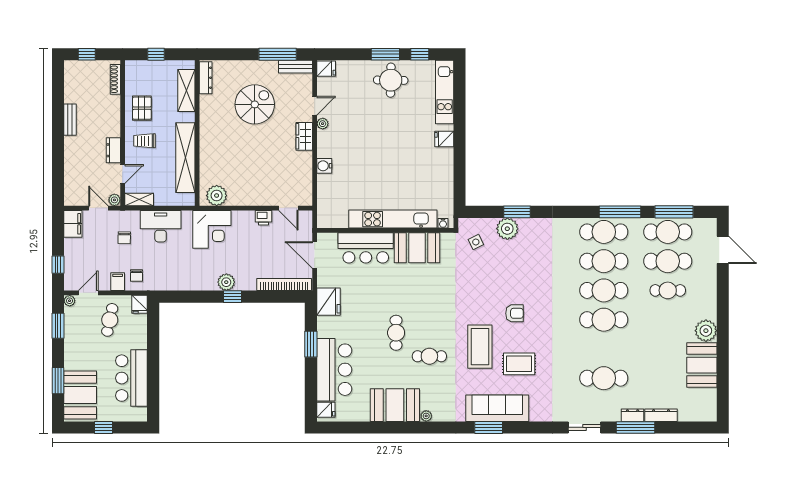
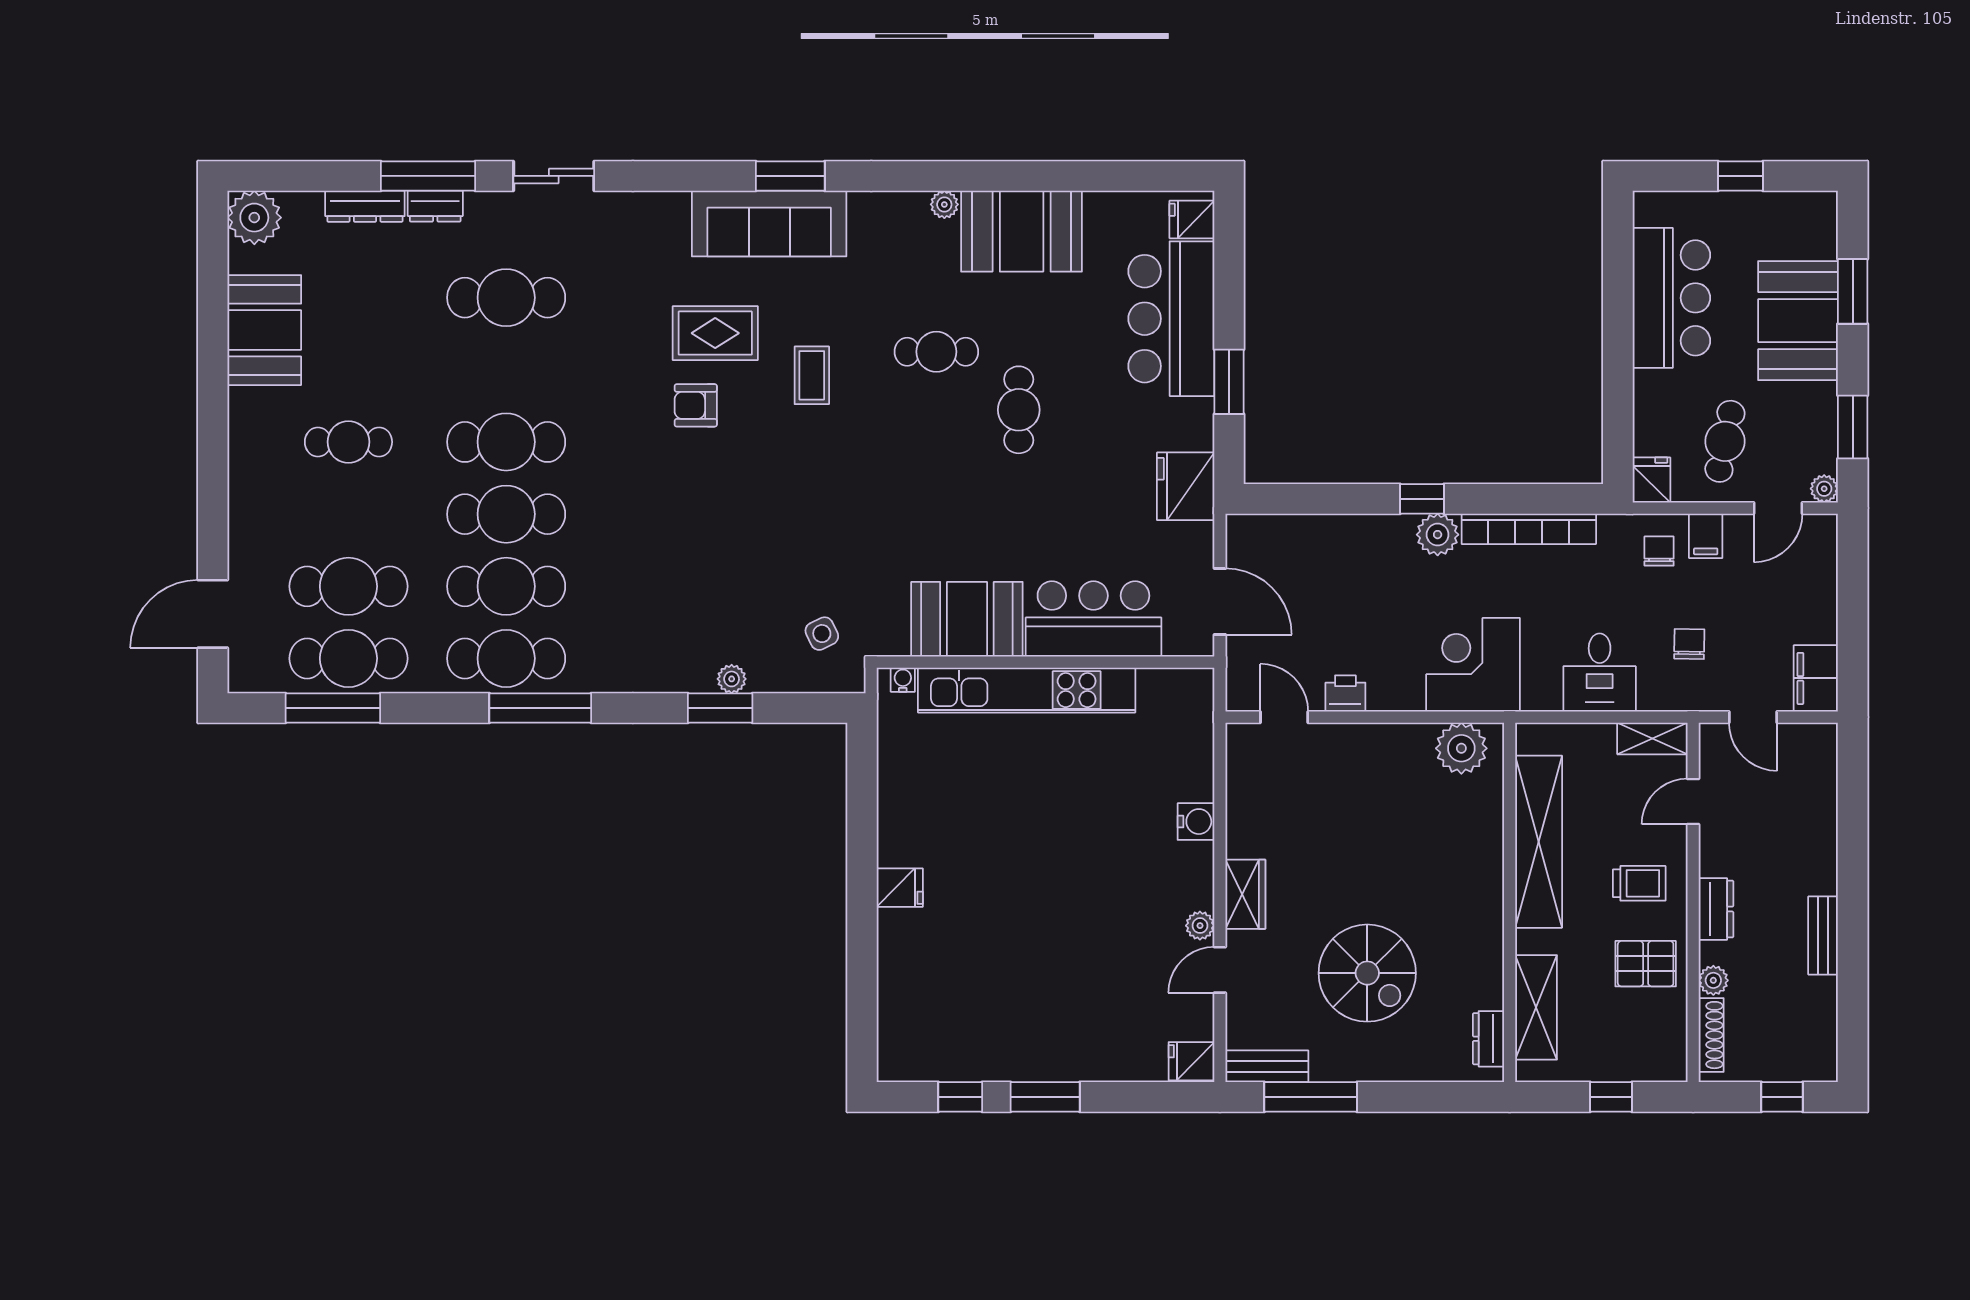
dresser: (206, 78) -> (1488, 1039), width x0.70
round table: (391, 80) -> (1032, 1033), removed
kitchen unit: (445, 92) -> (899, 1004), removed
spiral stairs: (255, 104) -> (1367, 973), turned -90
pallet: (142, 108) -> (1646, 964), turned 90
dresser: (113, 150) -> (1716, 909), moved
plant: (114, 200) -> (1713, 980), moved
window: (620, 212) -> (540, 708), moved
desk: (161, 226) -> (1600, 673), width x0.73
plant: (507, 229) -> (732, 679), width x0.53, depth x0.53
door: (723, 250) -> (213, 614), hinge flipped
window: (58, 265) -> (1853, 578), removed
bookcase: (284, 284) -> (1529, 529), moved
cafe table: (668, 290) -> (348, 442), moved
armchair: (514, 313) -> (696, 405), moved
plant: (706, 331) -> (254, 218), moved
coffee table: (480, 347) -> (812, 375), width x0.54, depth x0.58
booth: (80, 395) -> (1798, 321), moved

